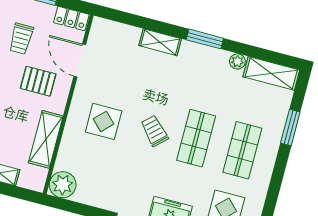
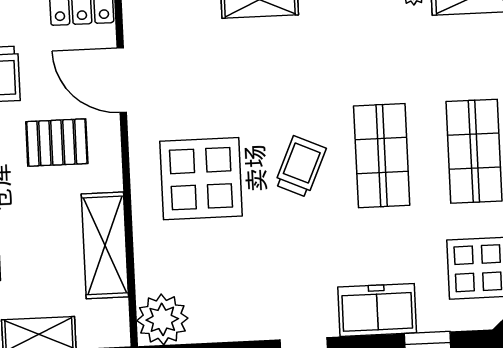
display table: (104, 121) -> (201, 179), width x1.36, depth x1.36
trolley: (154, 131) -> (300, 167), turned 67

